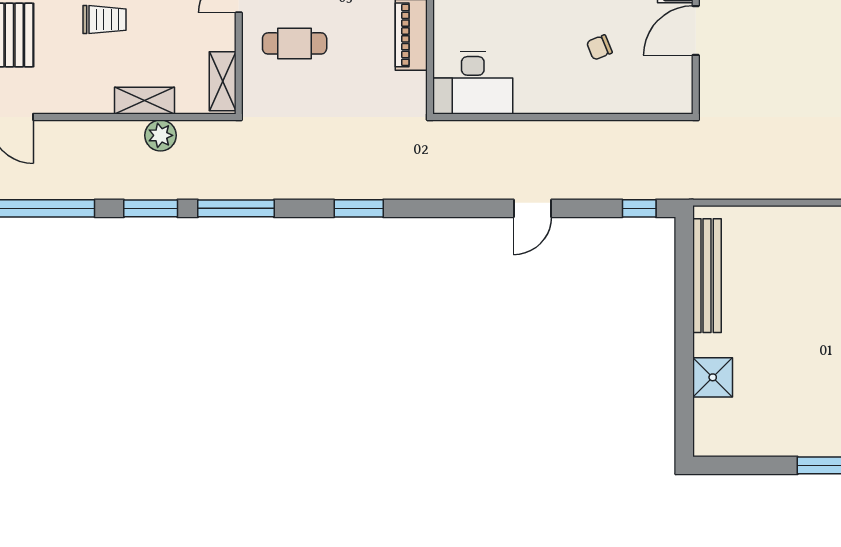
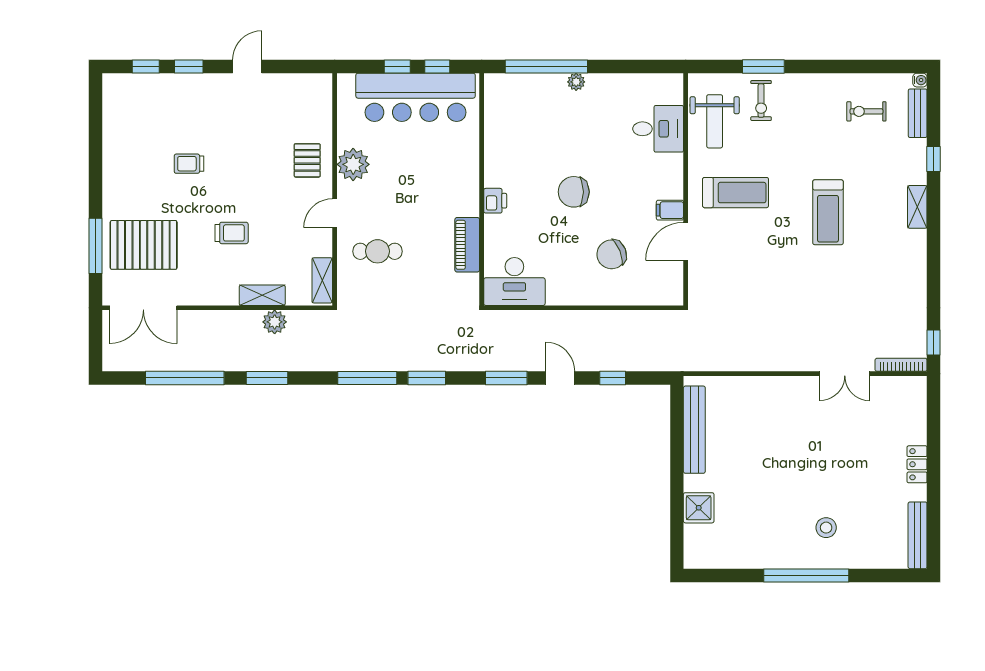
chair: (599, 47) -> (612, 254), width x1.87, depth x1.87
window: (236, 208) -> (367, 378), moved
window: (462, 208) -> (506, 378), added
door: (532, 208) -> (560, 378), swing flipped
window: (639, 208) -> (613, 378), moved

